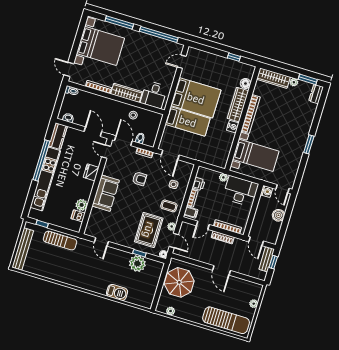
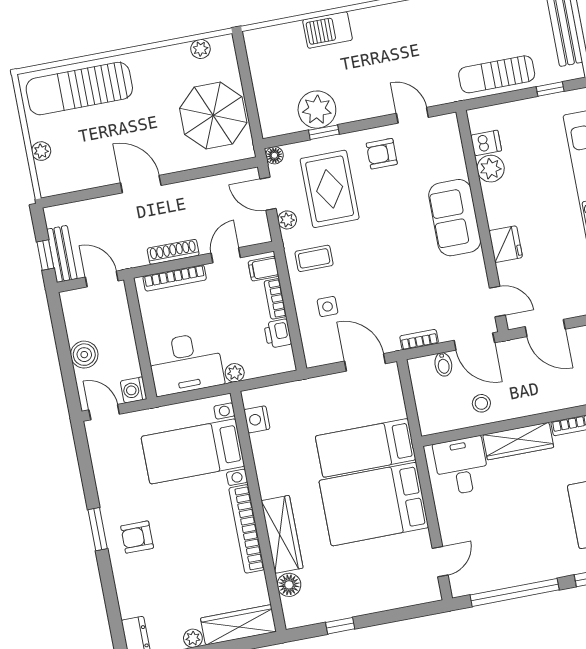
nightstand: (233, 127) -> (257, 419), moved
armchair: (295, 133) -> (137, 537), added
armchair: (139, 179) -> (382, 154), moved

